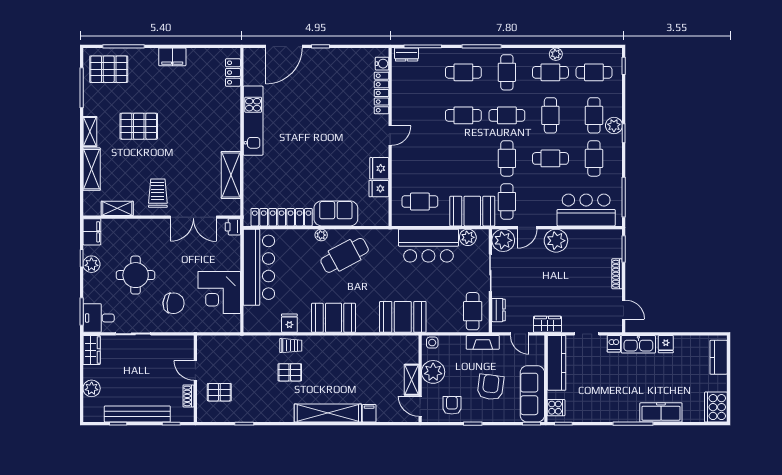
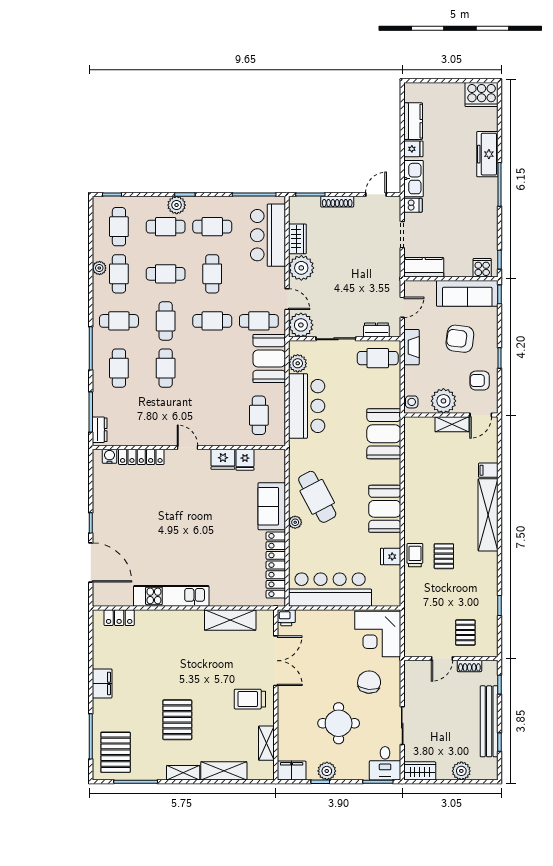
corner desk: (219, 293) -> (378, 634), moved, turned 90
wardrobe: (547, 324) -> (297, 239), moved, turned 180
kitchen counter: (719, 357) -> (413, 121), moved, turned -90
kitchen counter: (557, 363) -> (424, 267), width x0.67

